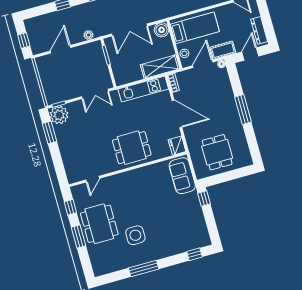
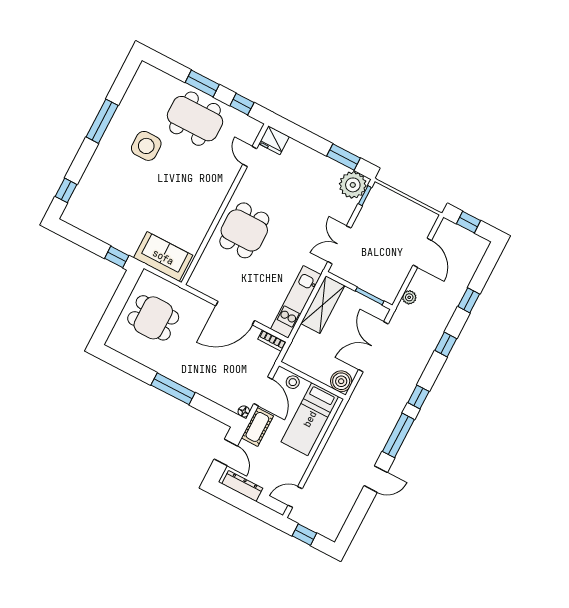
shelving: (160, 67) -> (323, 305), moved
fridge: (177, 146) -> (274, 140), moved, turned 180

